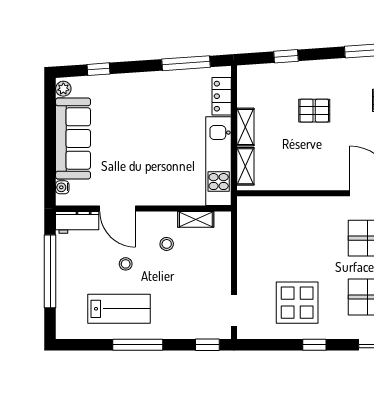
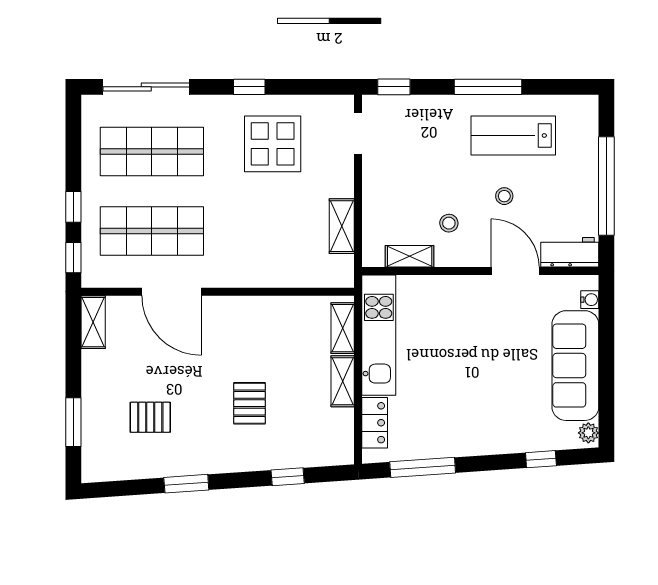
pallet: (314, 111) -> (250, 403), turned 90
shelving: (246, 242) -> (342, 226), added

